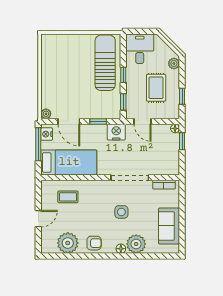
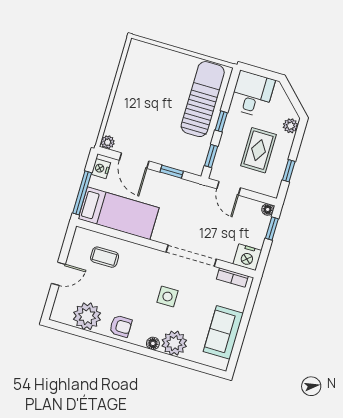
nightstand: (116, 132) -> (247, 257), moved, turned 180
window: (38, 144) -> (82, 193), moved

